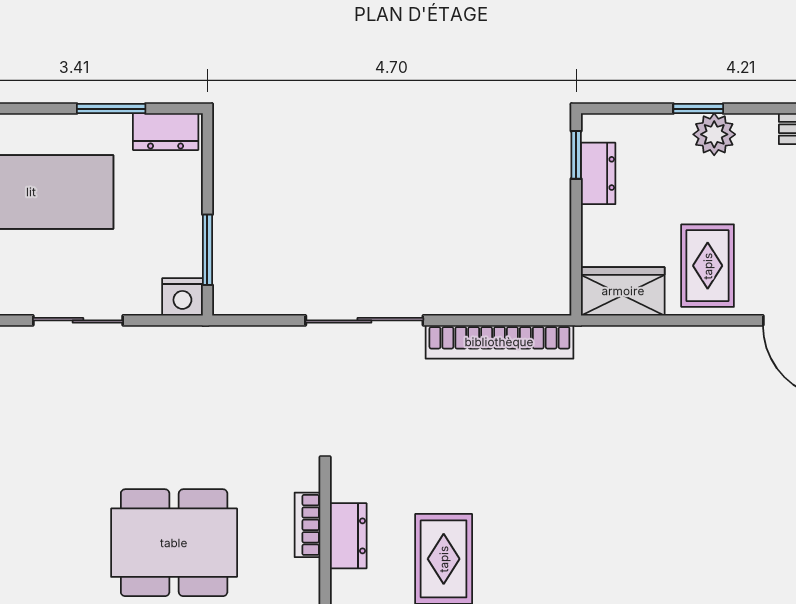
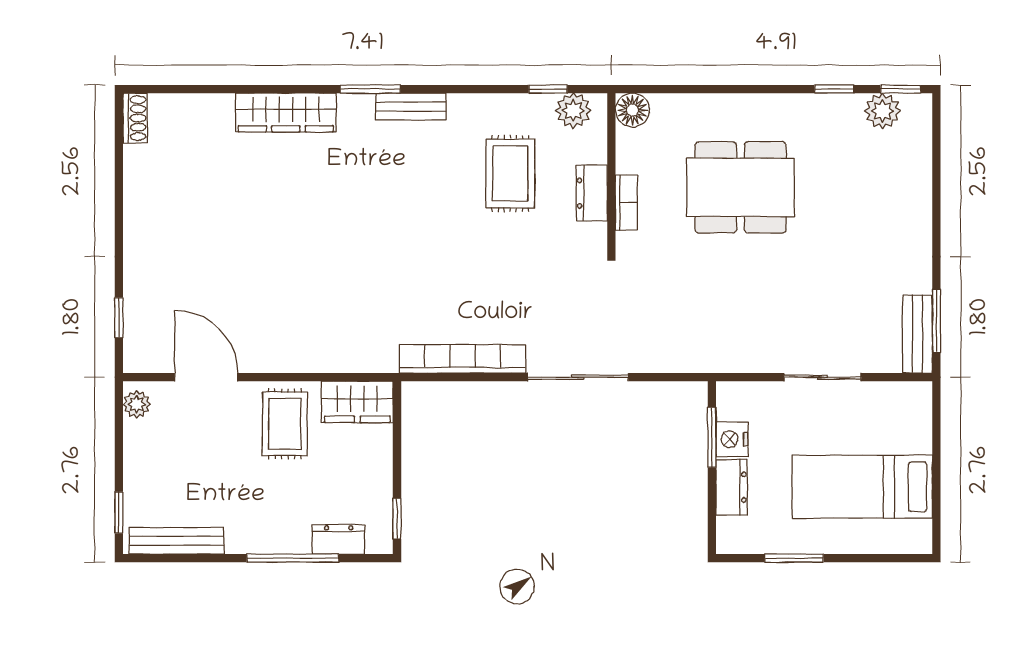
window: (698, 109) -> (293, 558), width x2.17
dresser: (166, 132) -> (732, 487), moved, turned 90
plant: (714, 134) -> (279, 536), removed
dresser: (598, 173) -> (339, 539), moved, turned 90
nightstand: (182, 297) -> (732, 439), moved, turned -90

